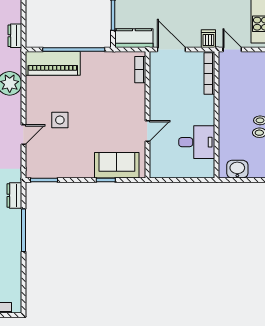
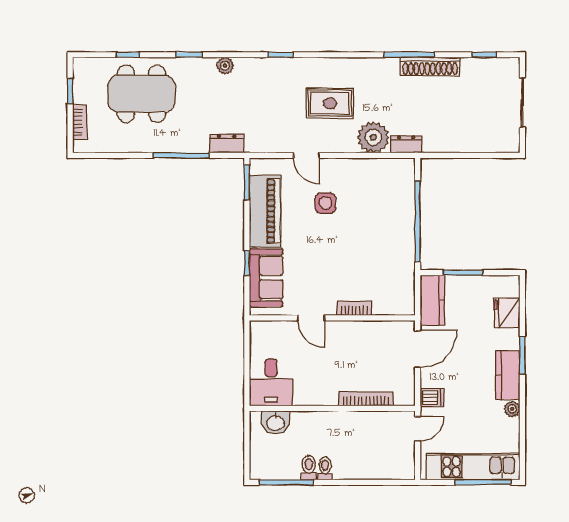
dresser: (15, 36) -> (406, 144), moved
piano: (53, 63) -> (265, 211), moved, turned 180
bookcase: (140, 70) -> (354, 308), moved
bookcase: (209, 74) -> (366, 399), moved
desk: (197, 142) -> (271, 382), moved
washbasin: (237, 169) -> (275, 422), moved, turned 90

